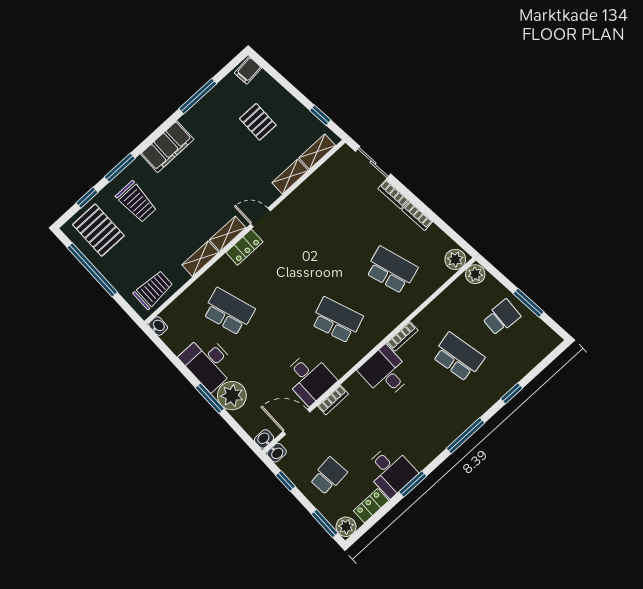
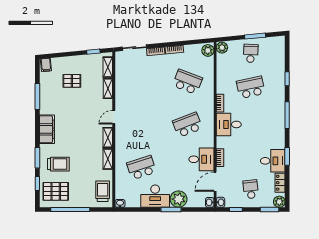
locker: (244, 247) -> (120, 136), removed
school desk: (391, 270) -> (187, 82), turned 39

